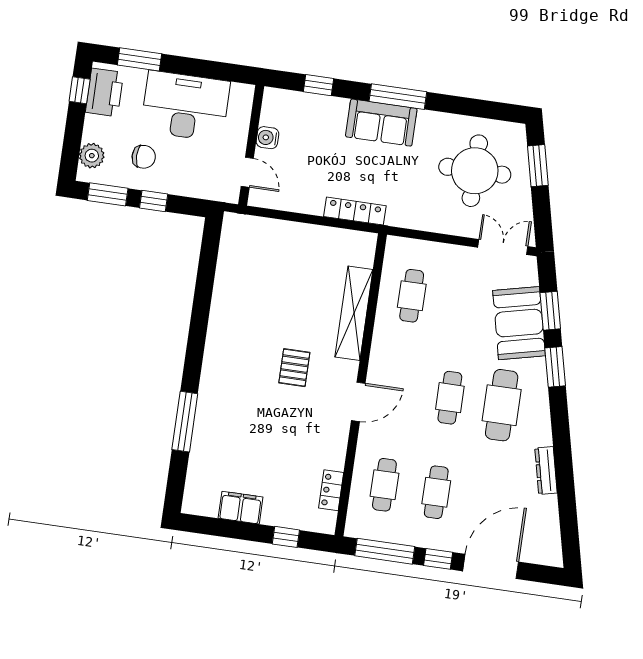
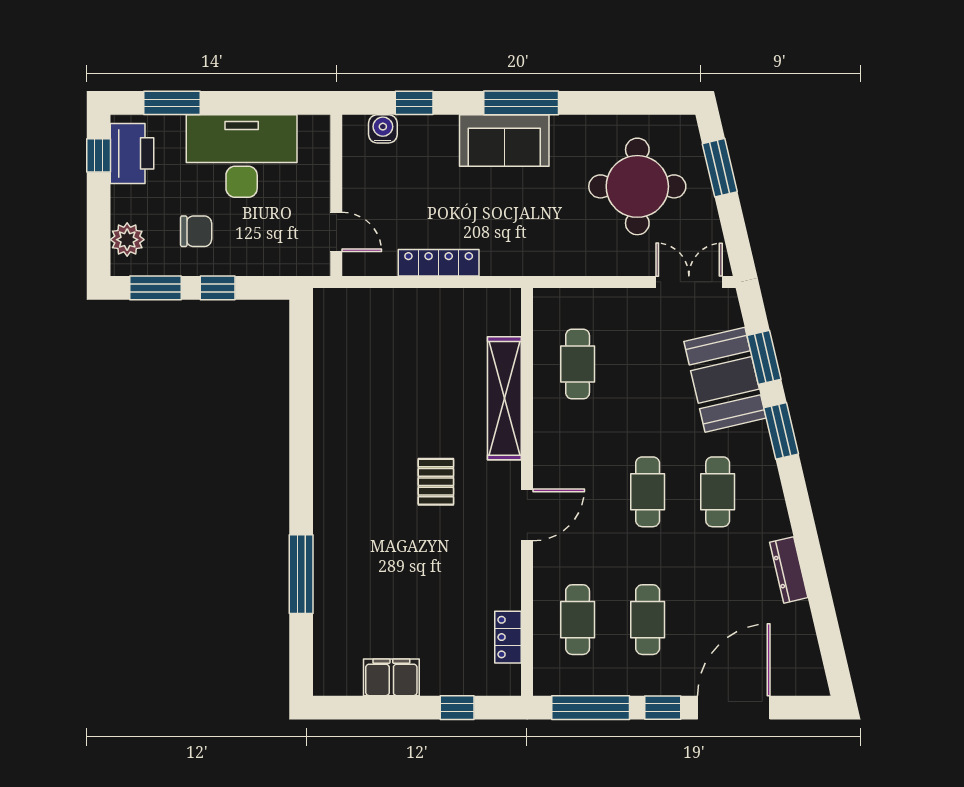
water cooler: (267, 138) -> (383, 129), moved, turned 90
locker: (355, 211) -> (439, 263), moved
cafe table: (502, 405) -> (718, 492), width x0.73, depth x0.74

